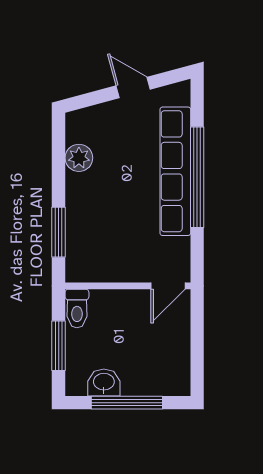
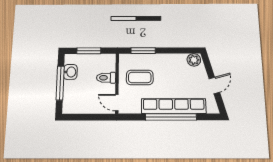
plant: (79, 158) -> (194, 60), moved
coffee table: (116, 239) -> (140, 77), added
toilet: (77, 309) -> (106, 78), moved

